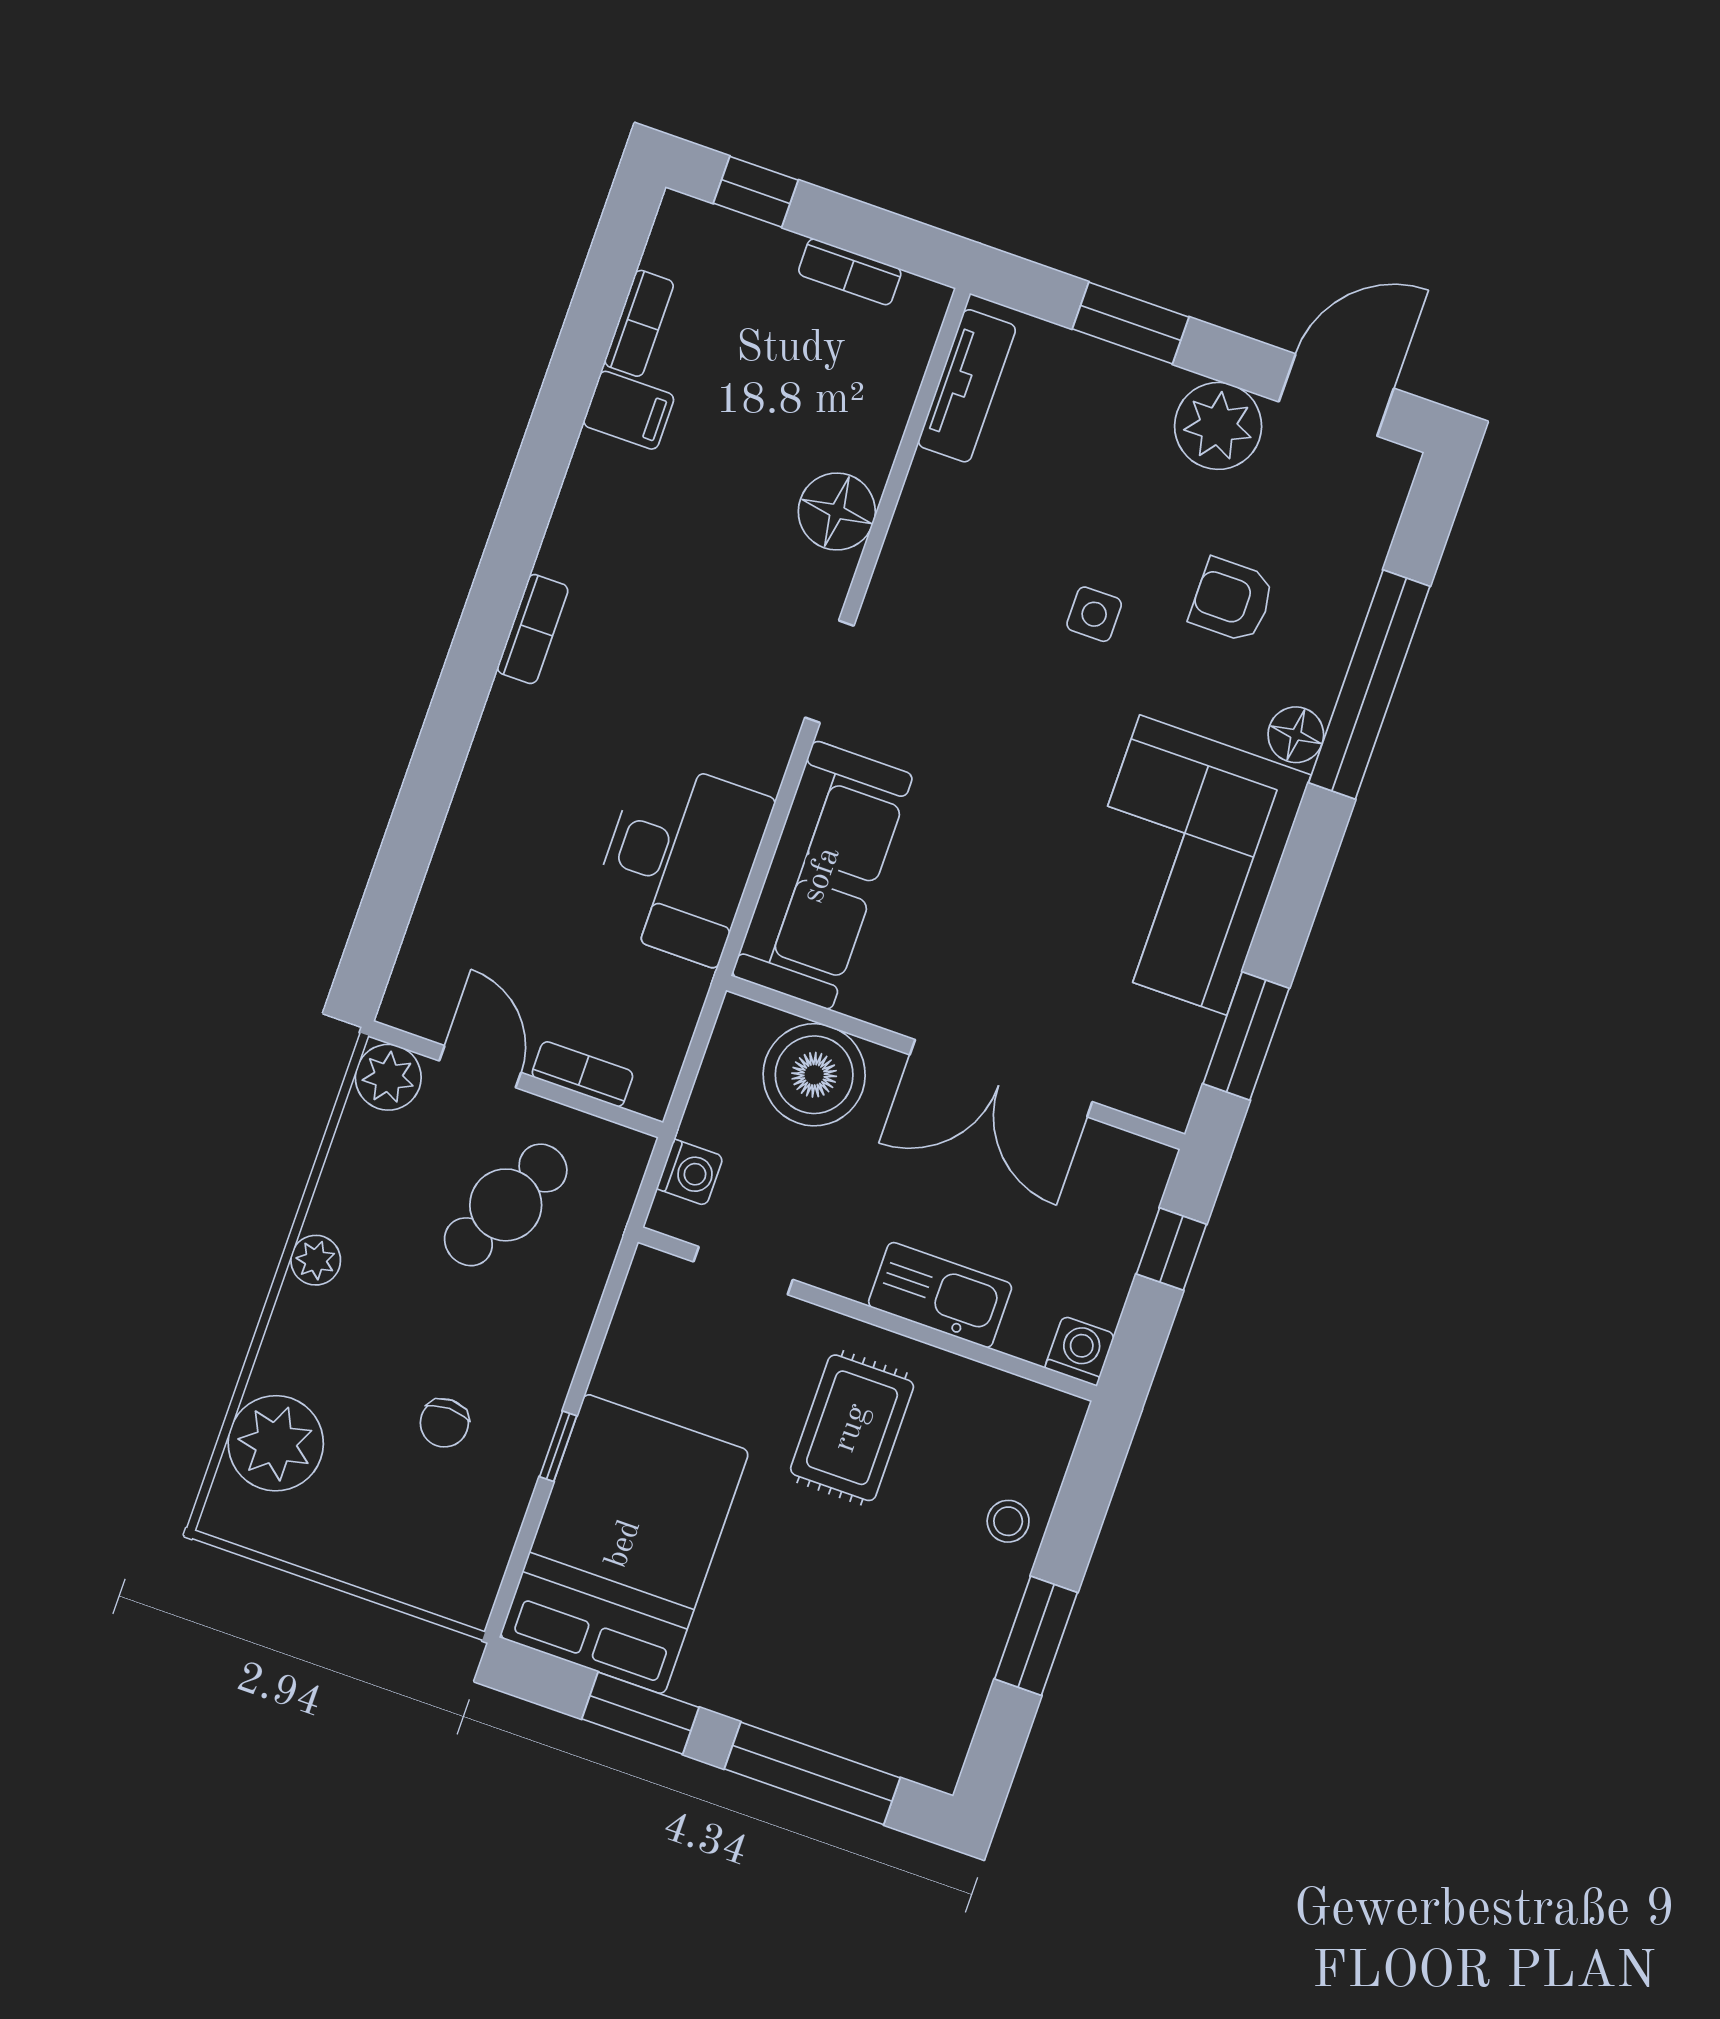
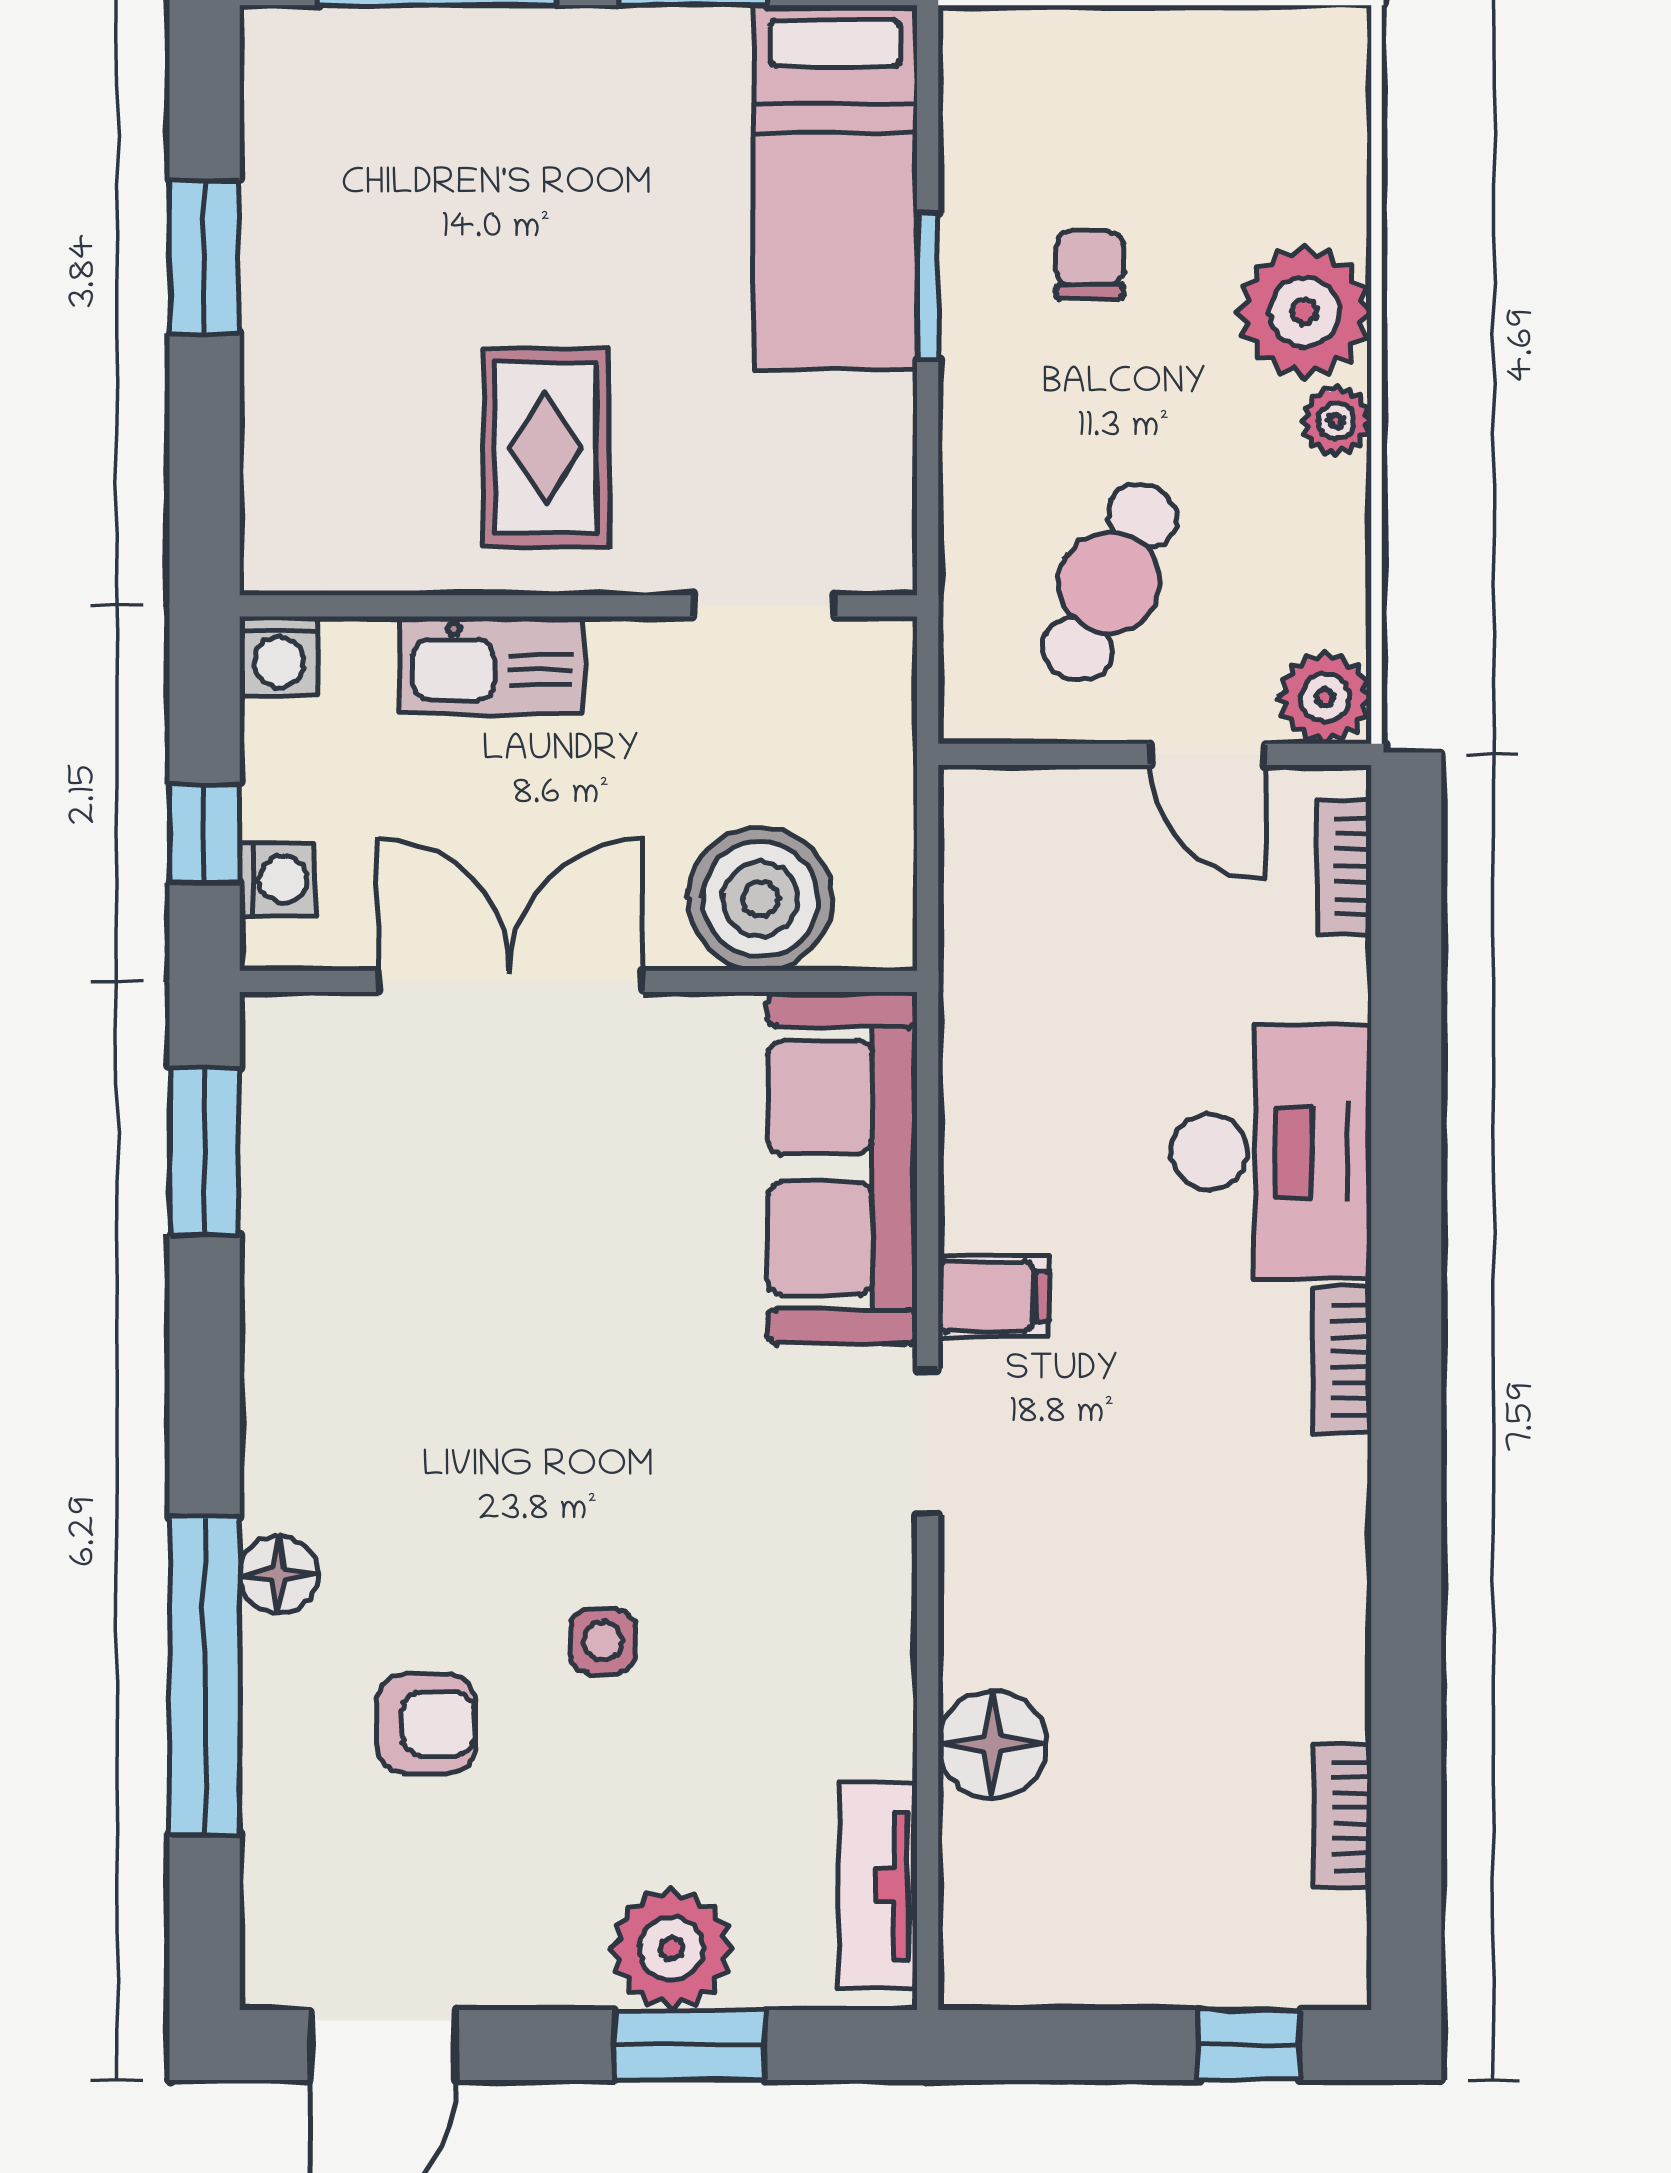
bookcase: (850, 272) -> (1086, 1982), removed
filing cabinet: (629, 410) -> (994, 1296), moved, turned 180
plant: (1218, 426) -> (672, 1949), moved
floor lamp: (837, 512) -> (992, 1744), moved
desk: (680, 861) -> (1271, 1152), moved, turned 180
corner sofa: (1183, 865) -> (368, 1349), removed
bookcase: (582, 1074) -> (1344, 866), moved, turned 90
washing machine: (690, 1172) -> (277, 880), moved, turned 180
plant: (276, 1443) -> (1304, 312), moved
window: (558, 1446) -> (928, 287), width x1.50
stool: (1008, 1521) -> (295, 396), removed
bed: (624, 1544) -> (835, 187), width x0.67

